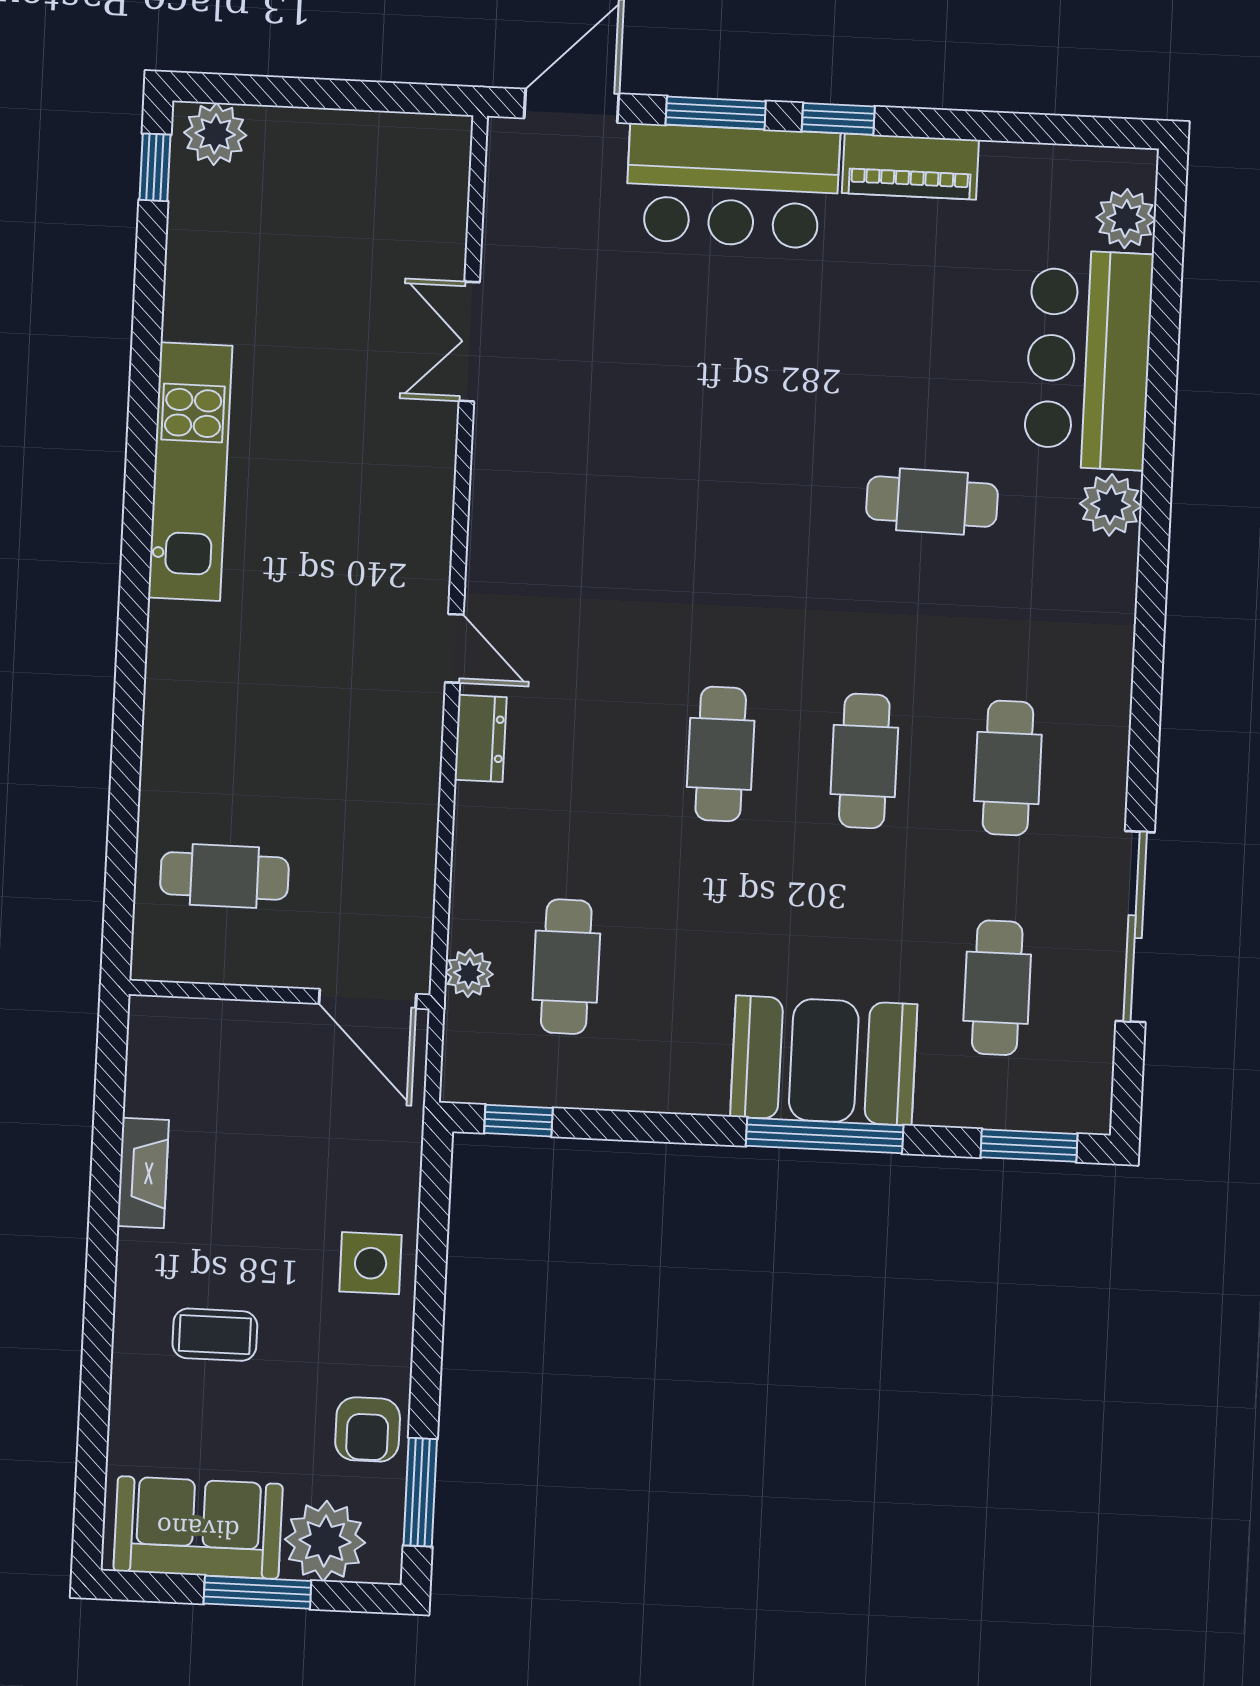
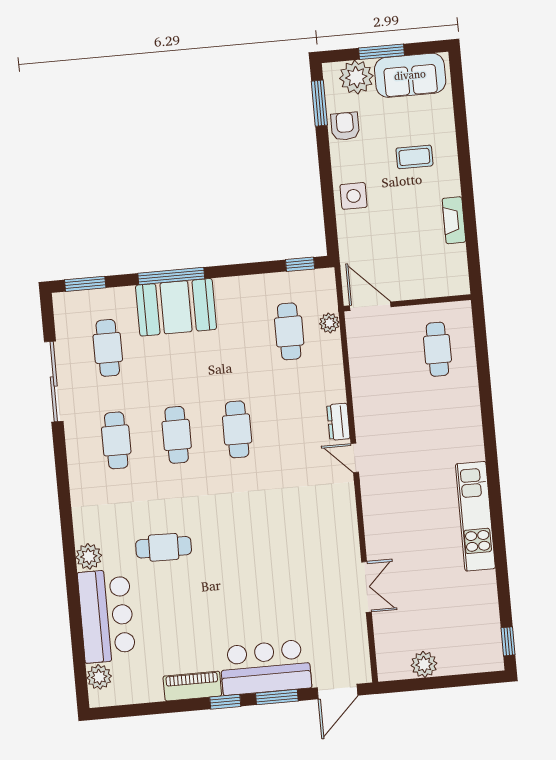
plant: (215, 134) -> (424, 664), moved
cafe table: (224, 876) -> (437, 349), turned 90

